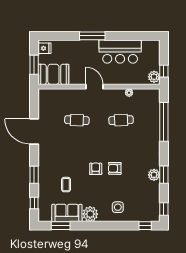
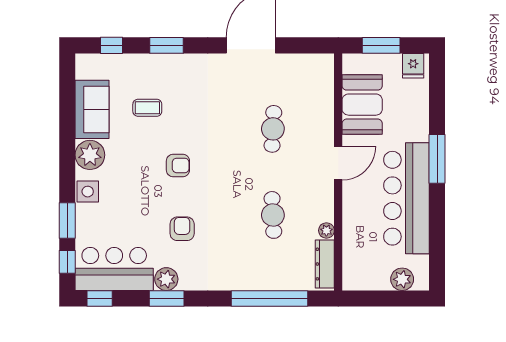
bar counter: (120, 52) -> (406, 198), width x1.36
window: (164, 71) -> (368, 299), removed
booth: (53, 74) -> (362, 105), moved
plant: (154, 77) -> (402, 279), moved
dresser: (146, 94) -> (325, 264), added
armchair: (115, 168) -> (182, 229), moved
bar counter: (149, 202) -> (114, 269), added
side table: (118, 207) -> (88, 192), moved
window: (61, 226) -> (67, 221), moved

